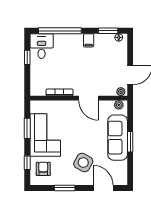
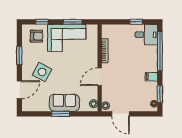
sofa: (118, 138) -> (64, 103), width x0.73

